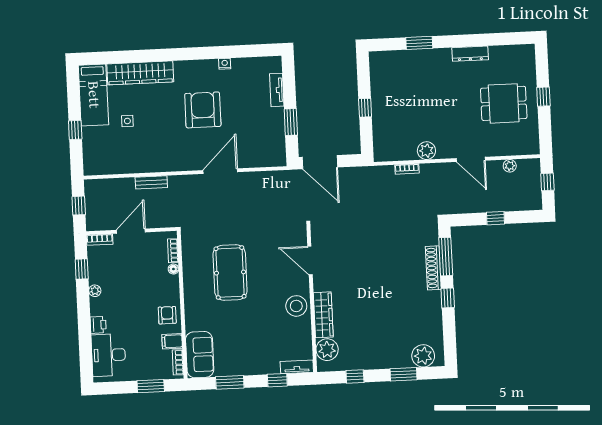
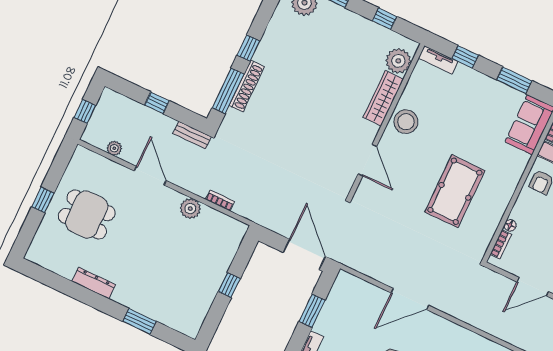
bench: (151, 182) -> (192, 135), moved

